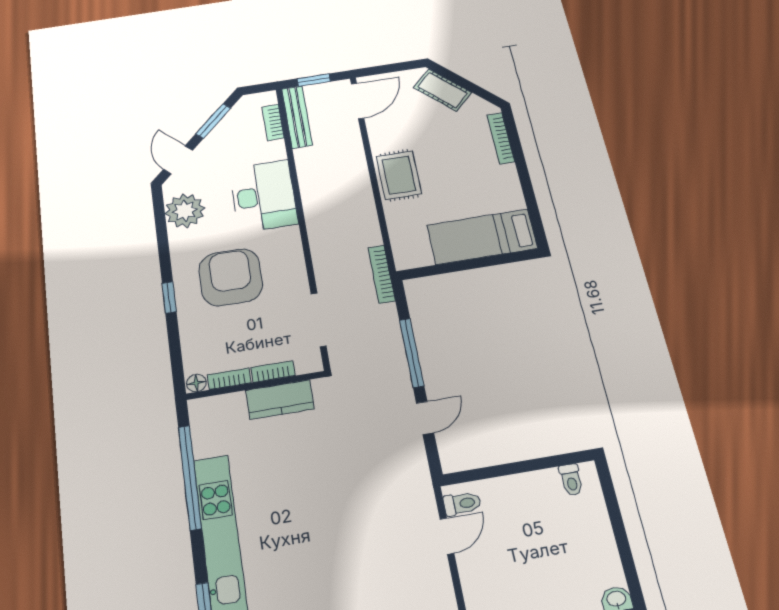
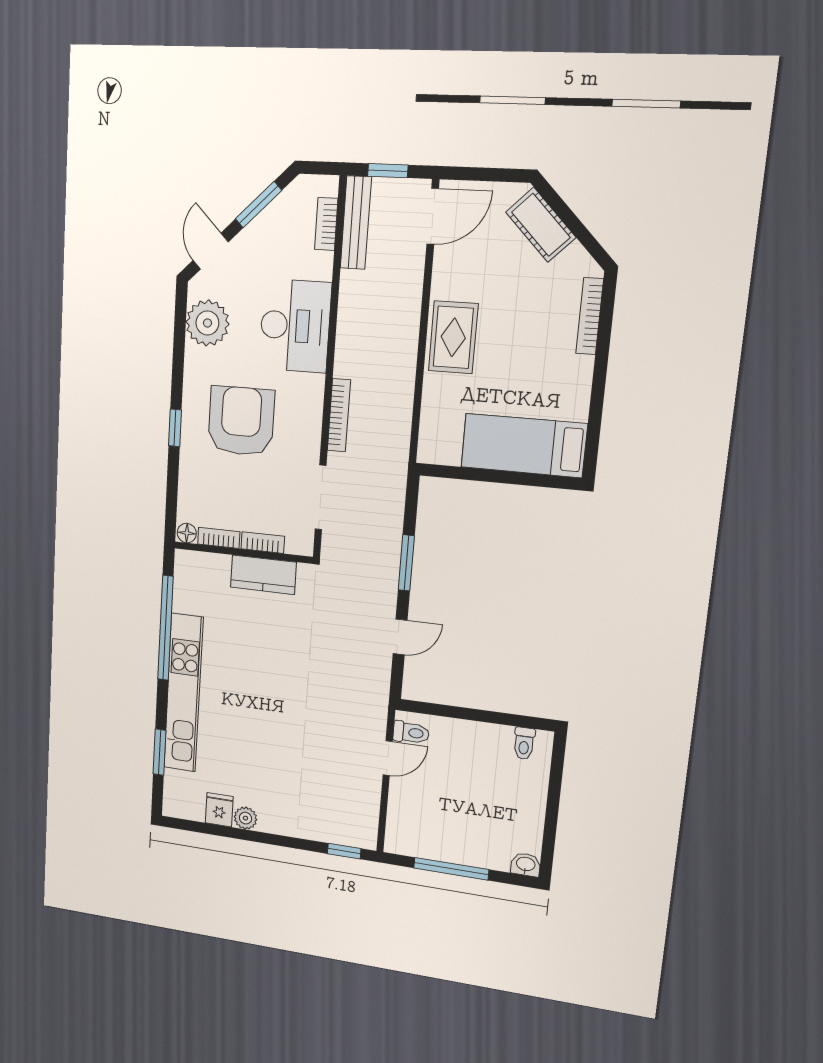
bookcase: (381, 274) -> (339, 415), moved, turned 180
window: (412, 353) -> (406, 563), width x0.69

